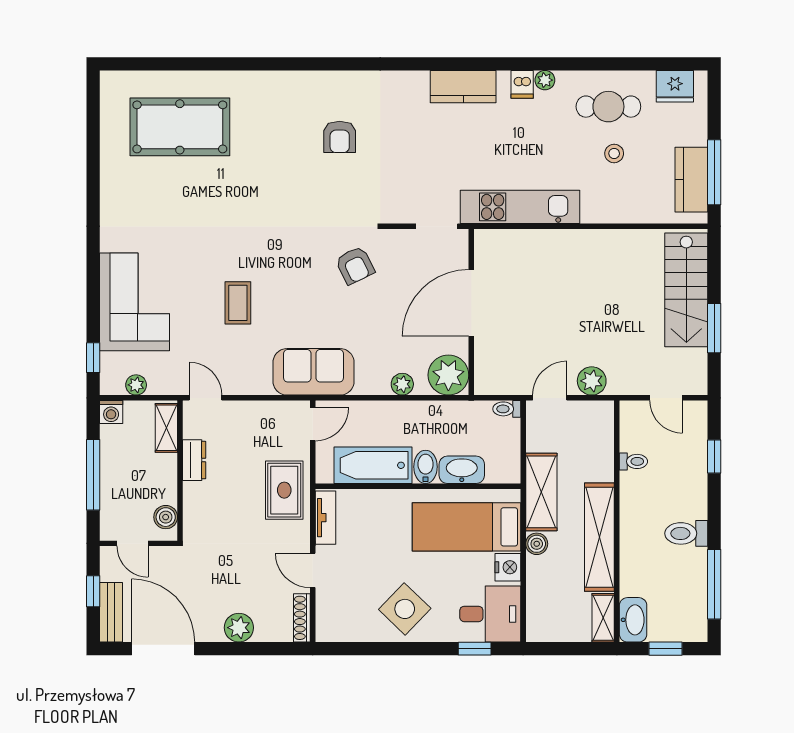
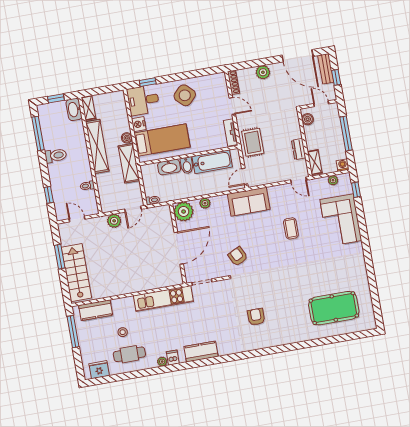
kitchen counter: (691, 180) -> (96, 310), moved, turned 90

